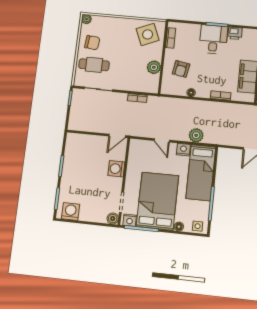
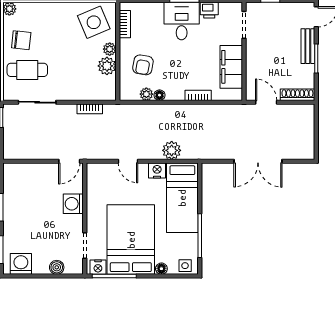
plant: (157, 55) -> (110, 49), added
plant: (181, 91) -> (146, 94), added
boiler: (113, 219) -> (57, 267), moved

